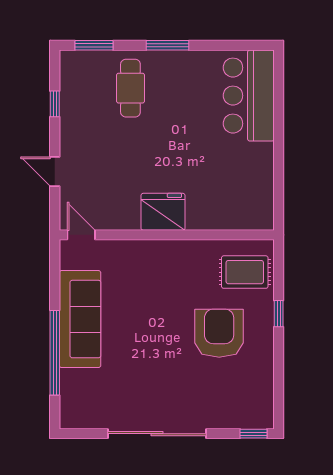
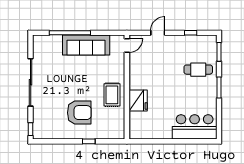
fridge: (163, 212) -> (138, 100), moved
rug: (245, 272) -> (112, 95), moved

